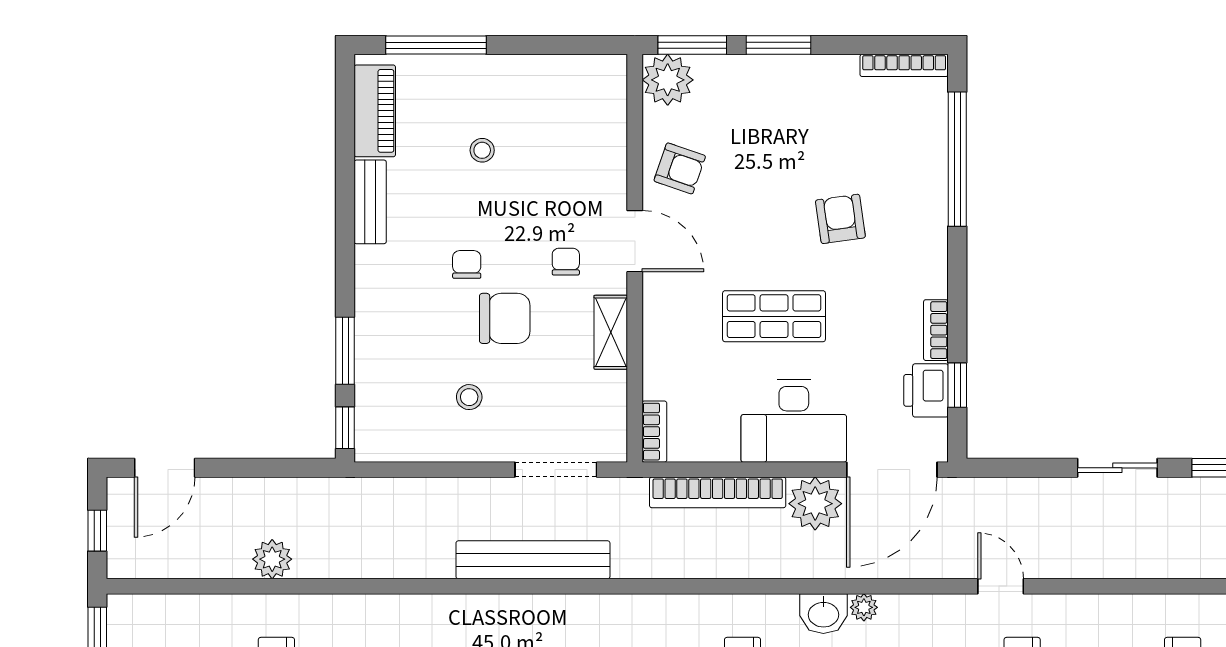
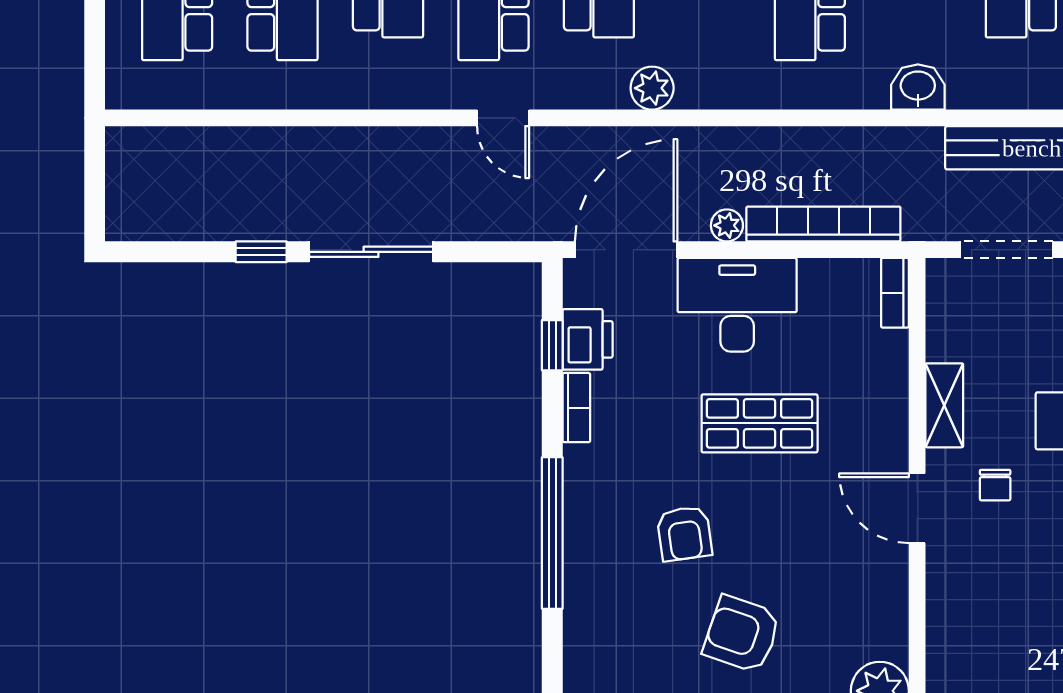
window: (957, 159) -> (552, 533), moved
armchair: (680, 168) -> (742, 634), moved, width x1.38, depth x1.38
sliding door: (1117, 468) -> (371, 252), width x1.37
plant: (815, 504) -> (727, 225), width x0.53, depth x0.53
plant: (864, 607) -> (652, 88), width x1.38, depth x1.38
washbasin: (823, 614) -> (918, 87), moved

